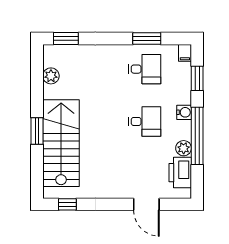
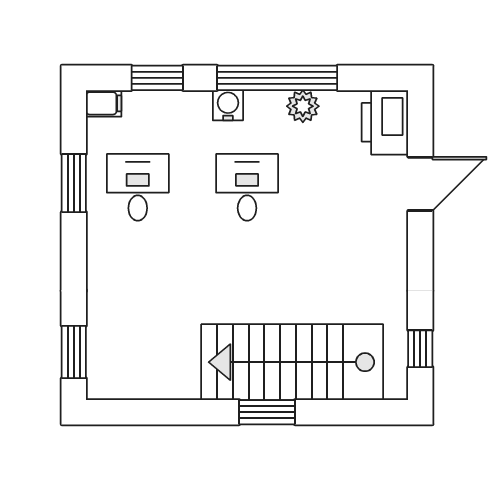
plant: (51, 76) -> (152, 383), removed
printer: (180, 173) -> (385, 122), moved, turned 90

